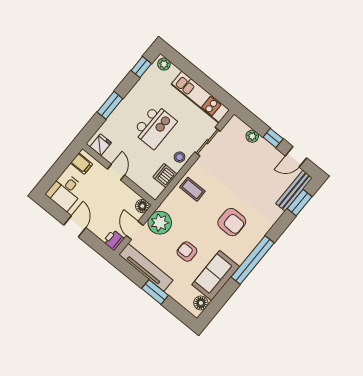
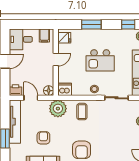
dishwasher: (165, 176) -> (65, 89), moved
plant: (160, 223) -> (58, 109), moved
door: (135, 230) -> (31, 98), hinge flipped

